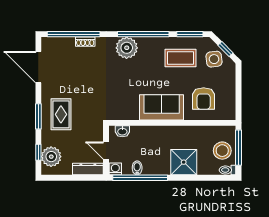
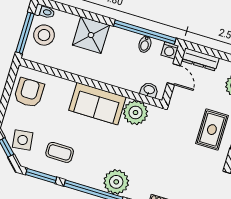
coffee table: (181, 58) -> (60, 152), width x0.73, depth x0.77
armchair: (204, 99) -> (29, 93), moved
plant: (128, 109) -> (136, 113), added

